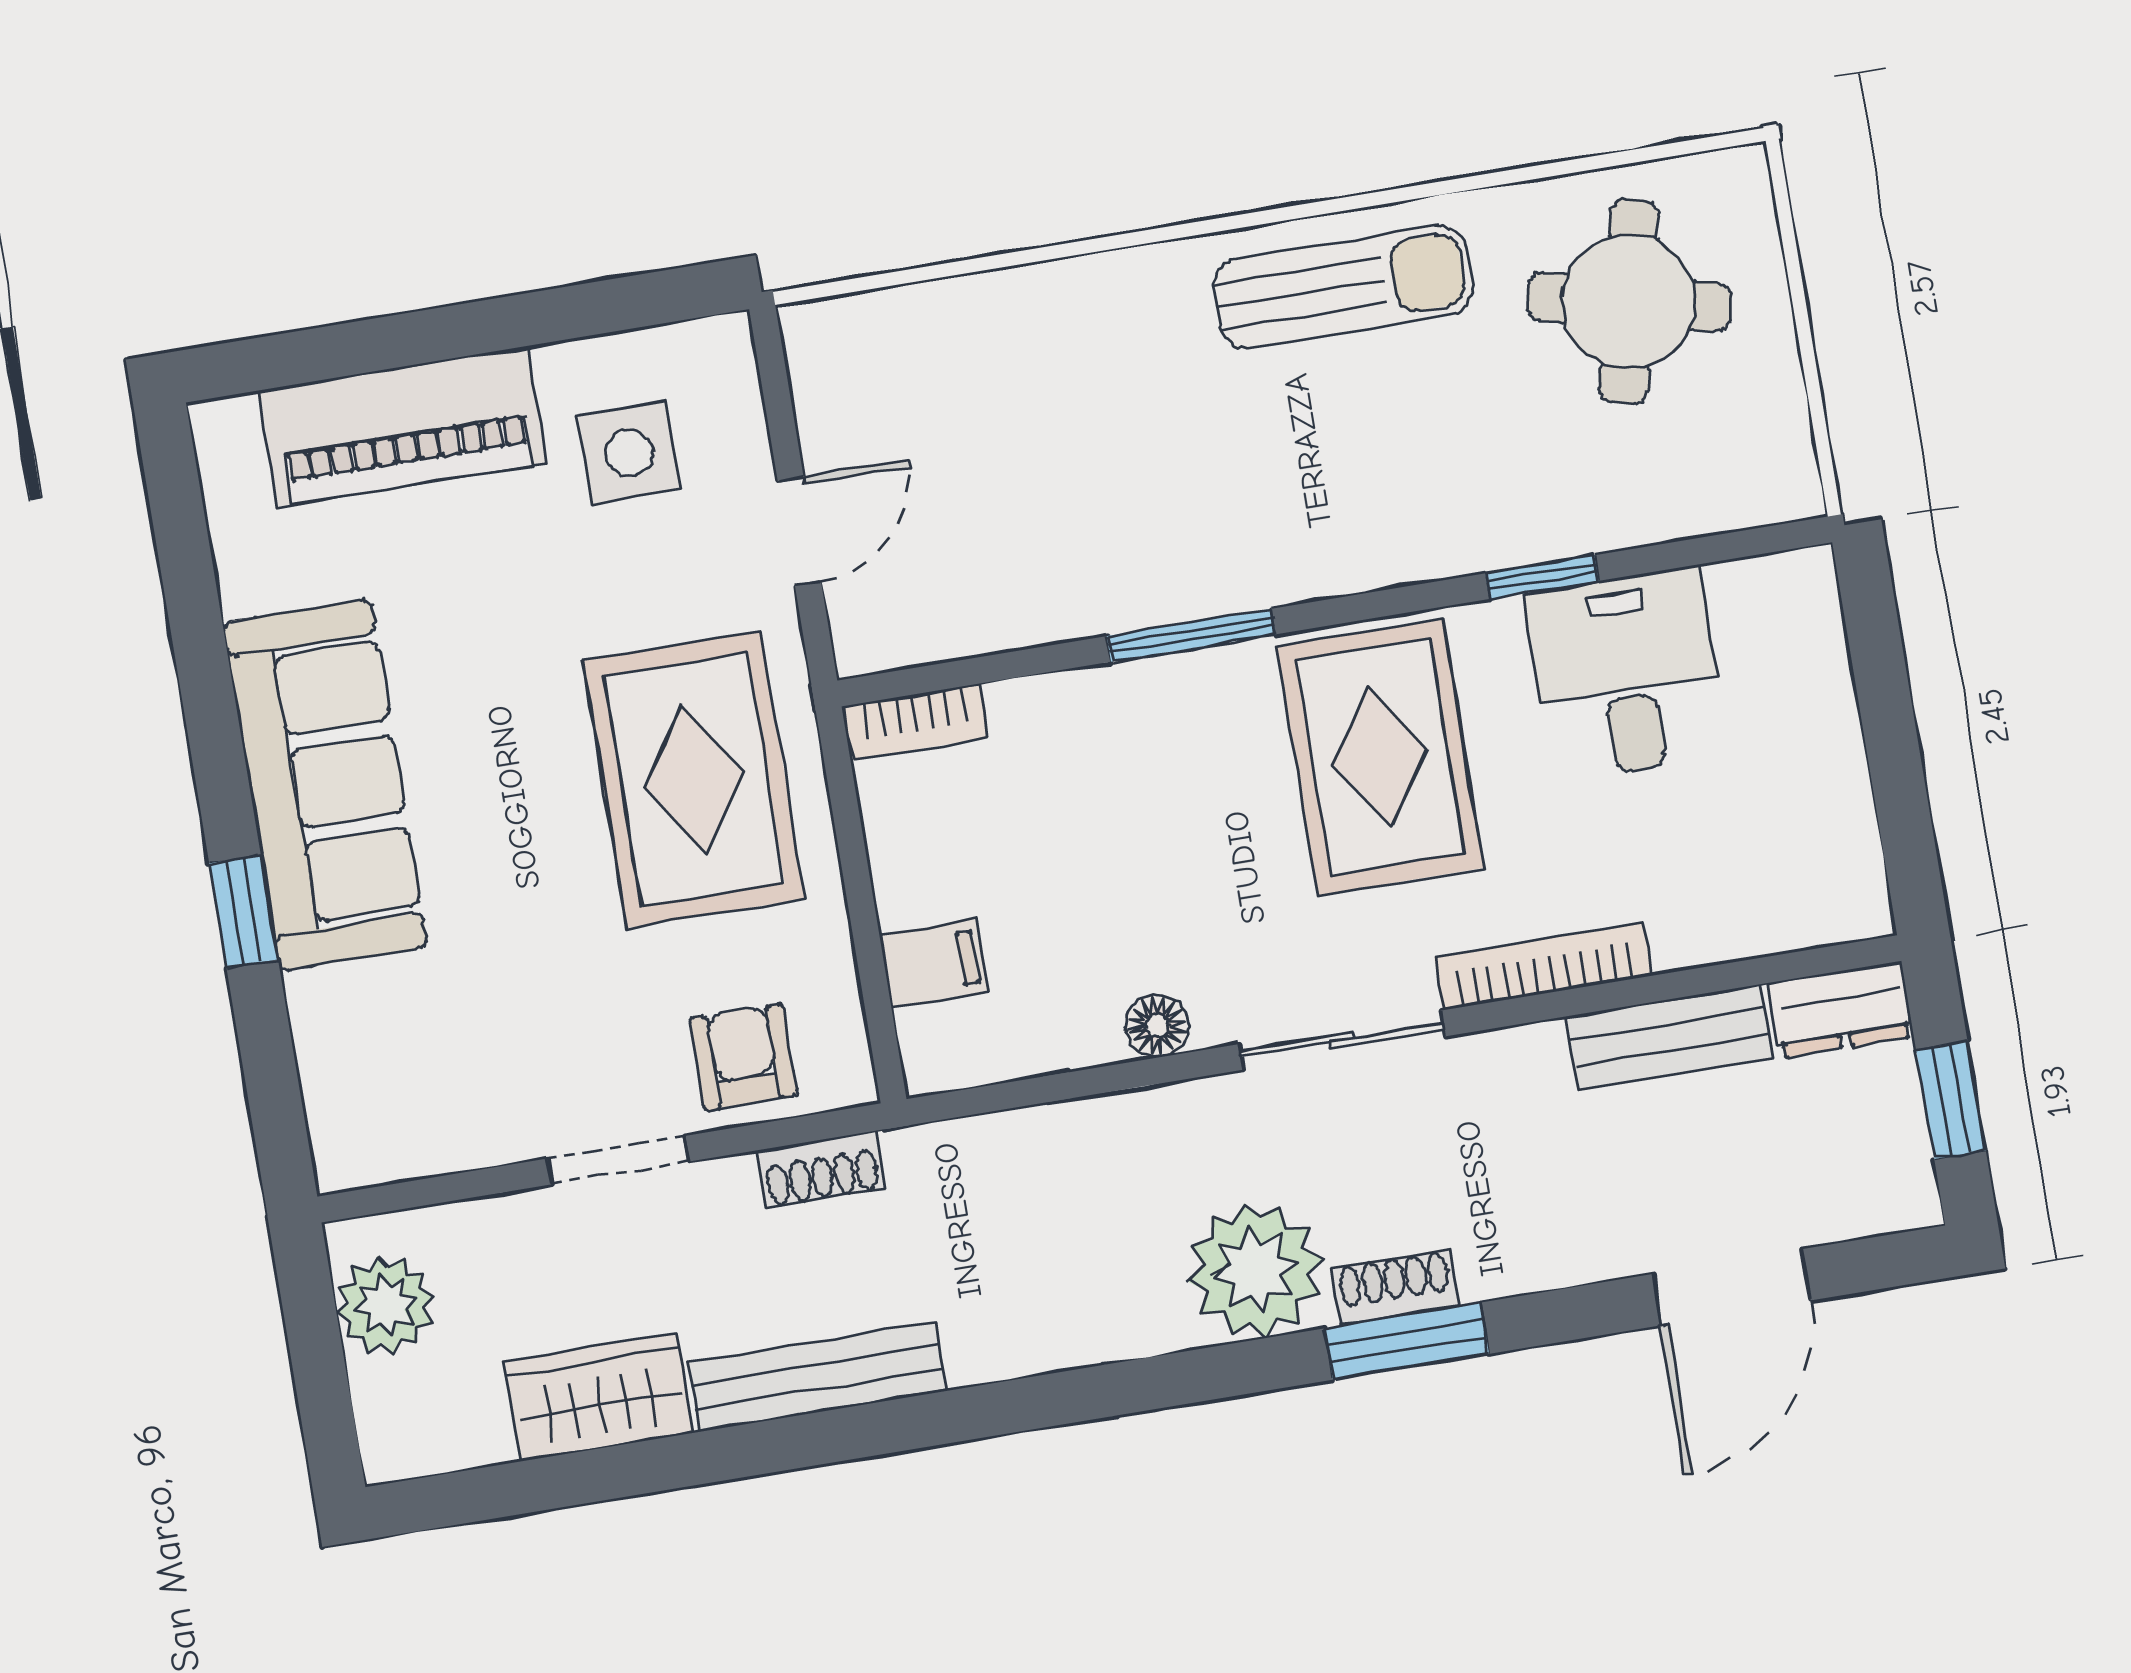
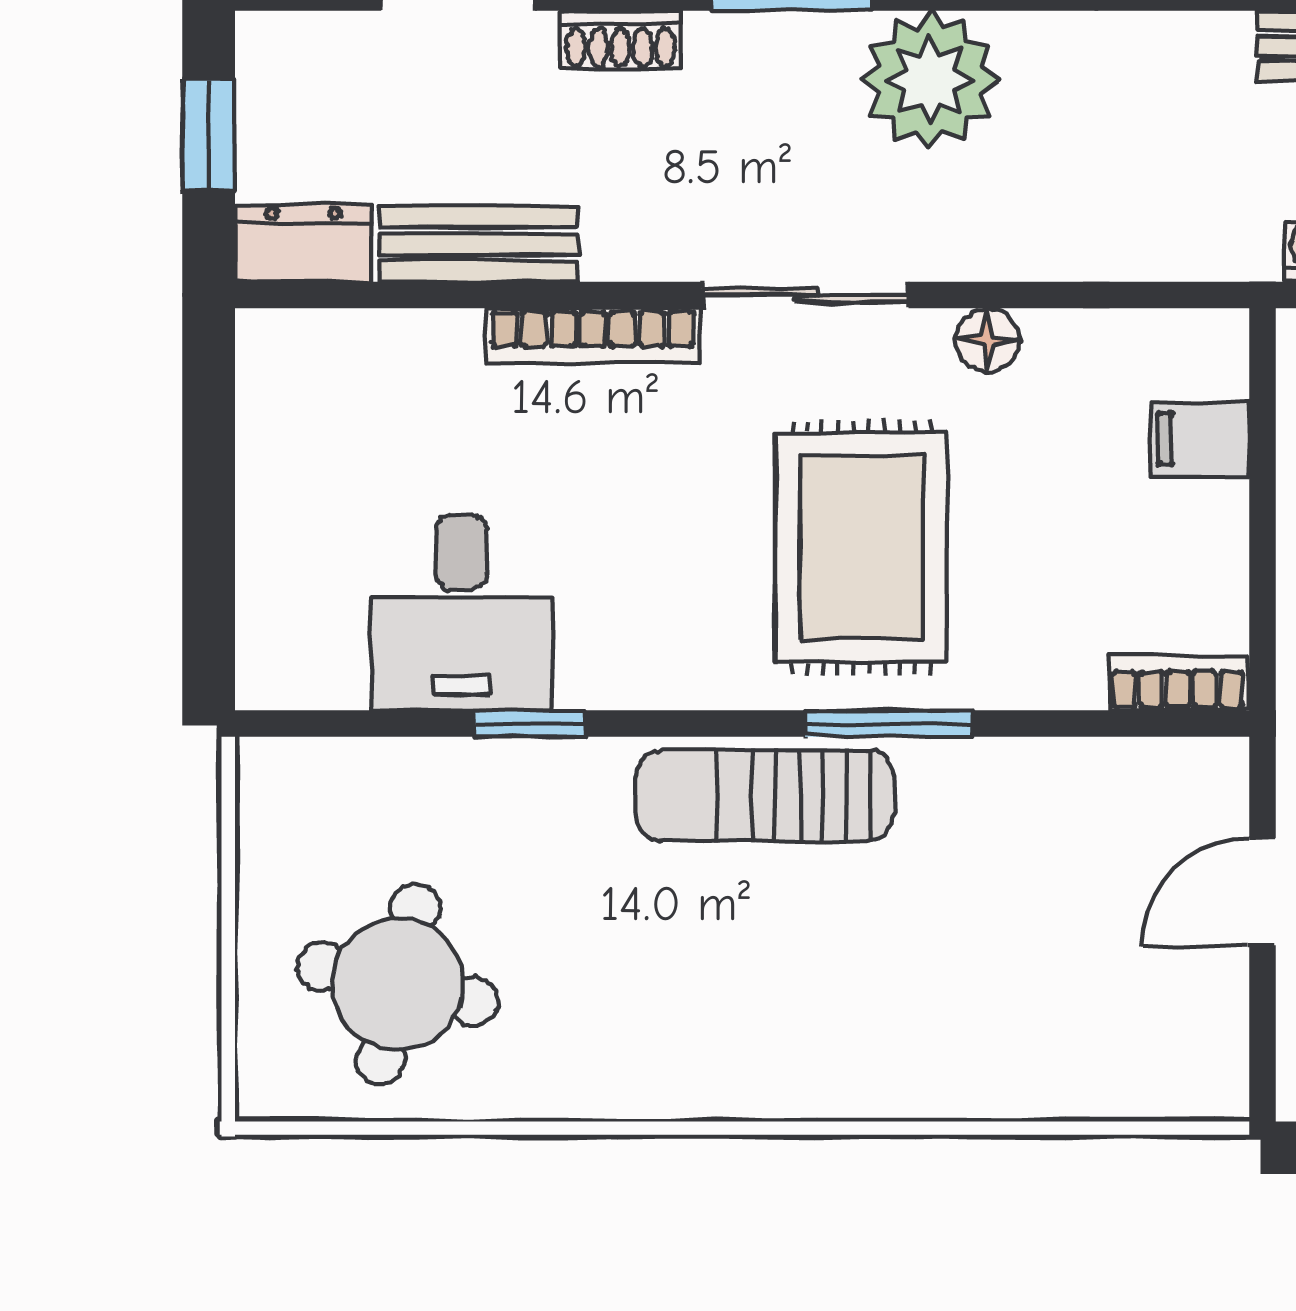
sun lounger: (1343, 287) -> (765, 796), moved
rug: (1380, 757) -> (861, 547), moved
shoe rack: (1395, 1287) -> (621, 40), moved

